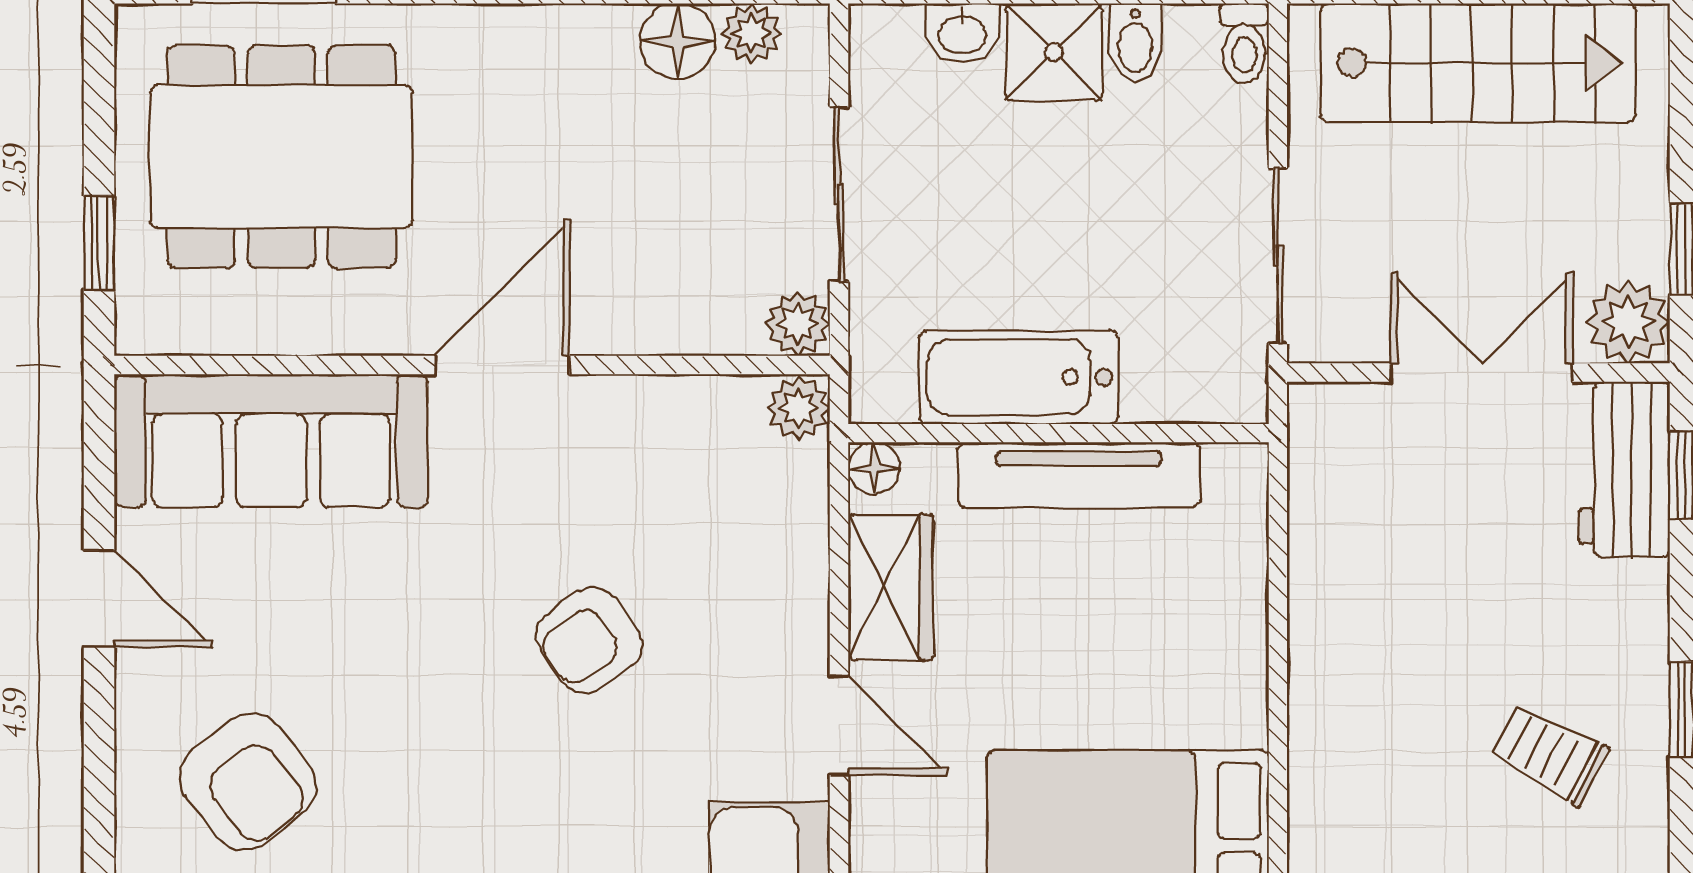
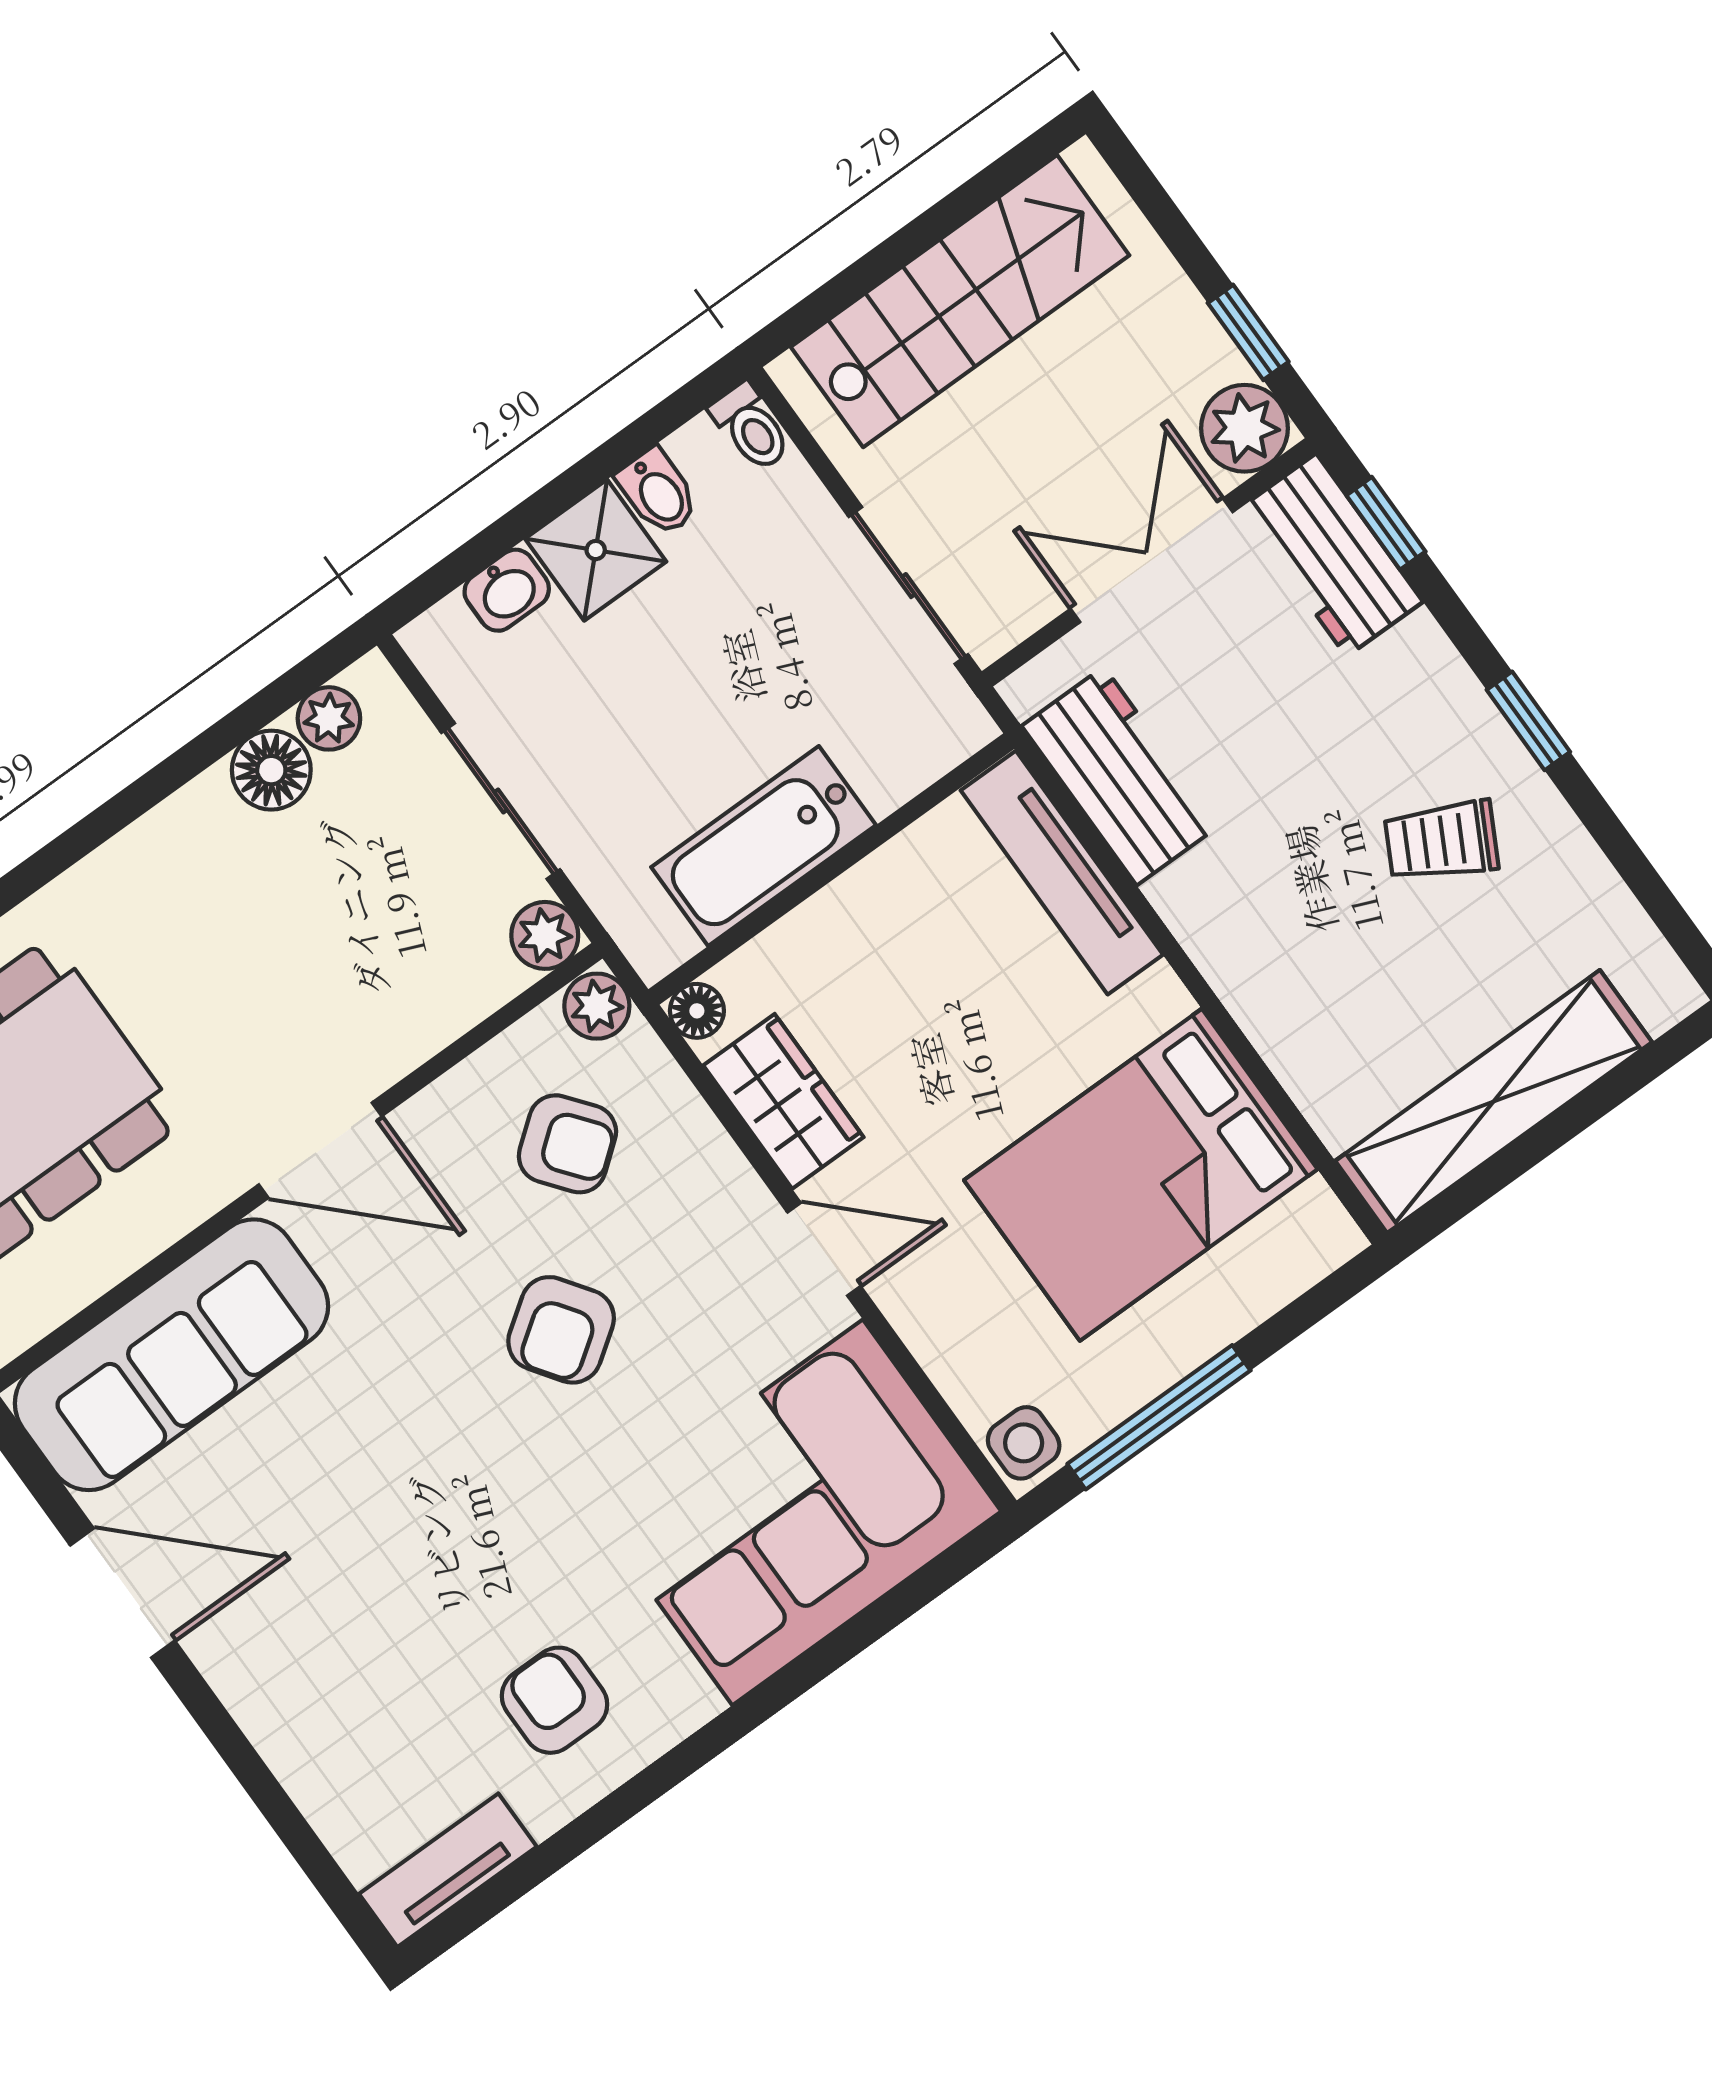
door: (502, 365) -> (320, 1150), swing flipped
tv unit: (1079, 475) -> (1062, 873), moved, turned 90
workbench: (1336, 523) -> (1120, 776), added
door: (99, 599) -> (122, 1593), width x1.38
armchair: (248, 782) -> (567, 1144), moved, width x0.72, depth x0.72

